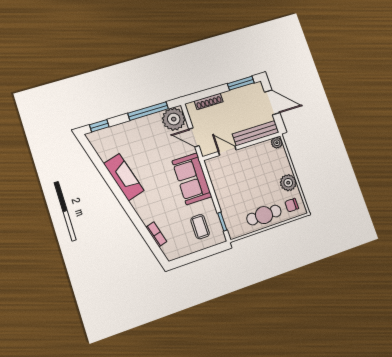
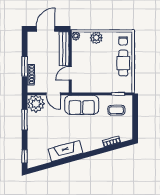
window: (241, 83) -> (25, 66), moved
window: (148, 111) -> (25, 120), width x0.69
door: (194, 137) -> (53, 94), hinge flipped
plant: (288, 183) -> (96, 38), moved

